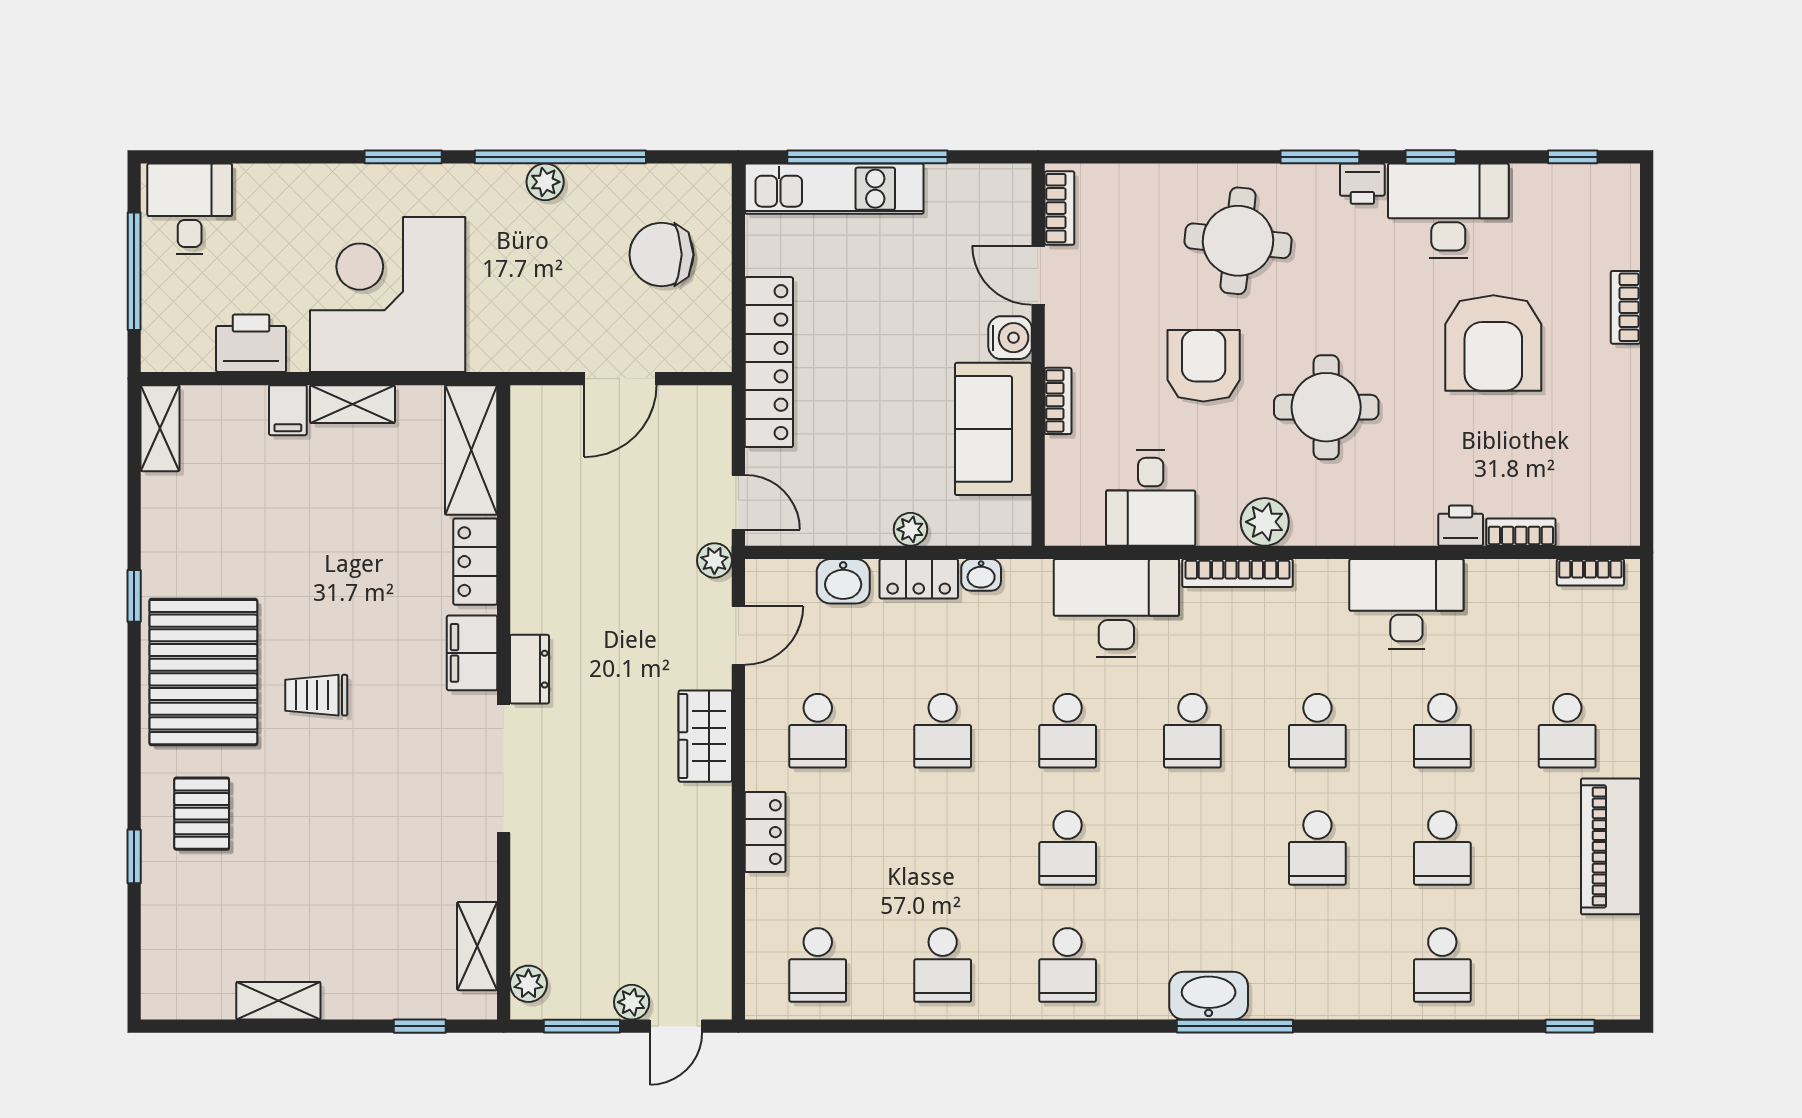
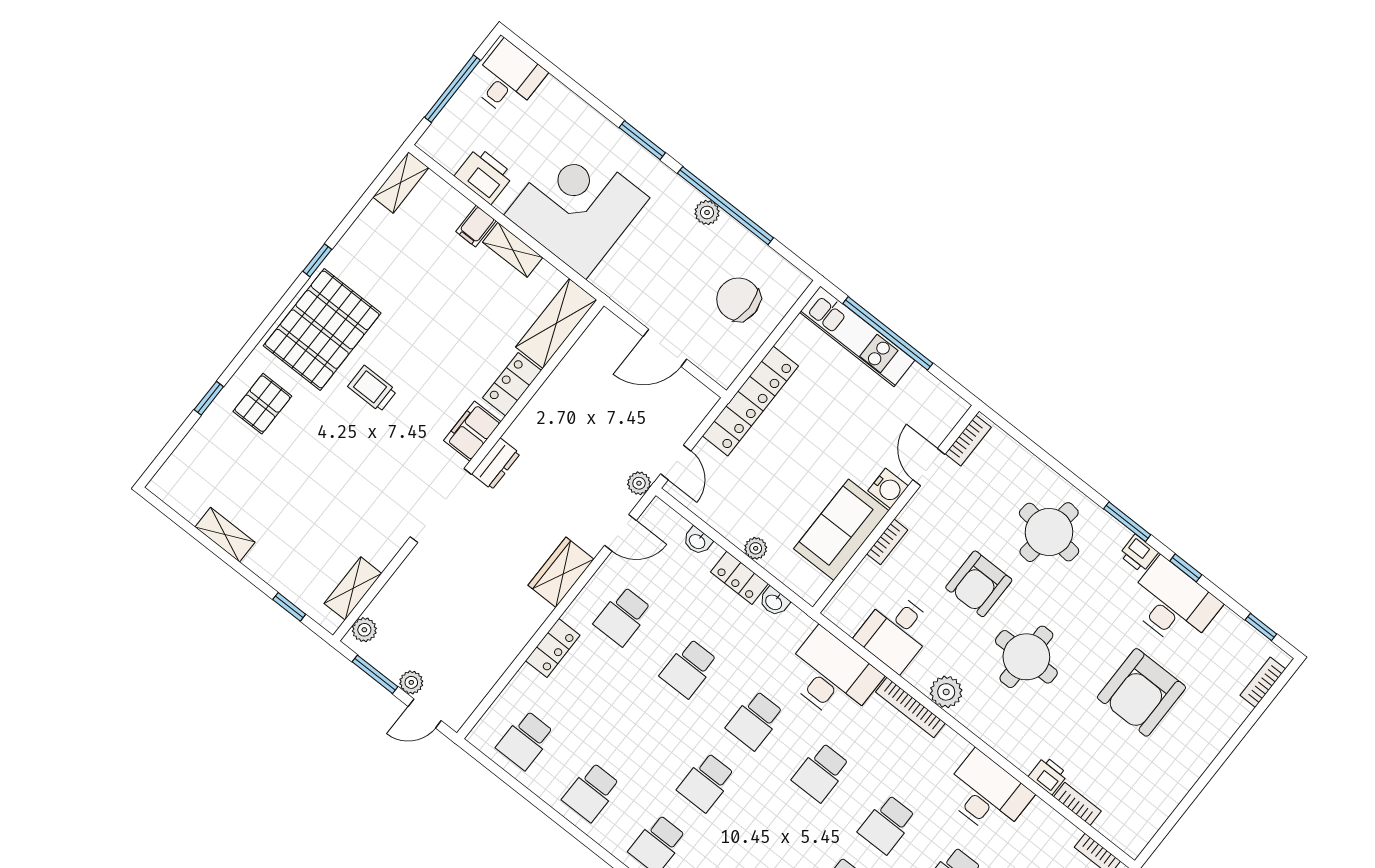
bookcase: (1626, 307) -> (1263, 682), moved
armchair: (1204, 366) -> (979, 584), turned 180
washbasin: (843, 581) -> (697, 541), width x0.72, depth x0.69

